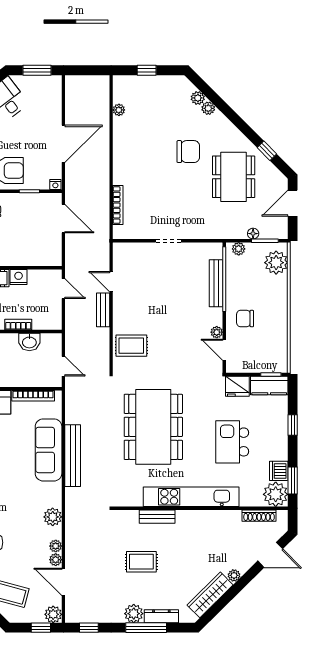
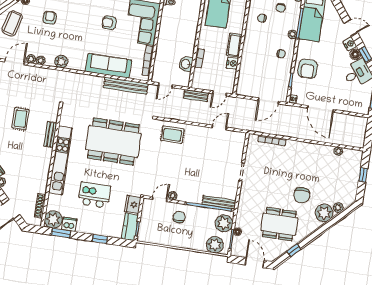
plant: (208, 108) -> (324, 213), width x1.87, depth x1.87
plant: (239, 249) -> (224, 223), width x1.88, depth x1.88
bench: (216, 283) -> (219, 202), moved
bench: (103, 310) -> (196, 96), moved
rug: (131, 346) -> (172, 135), turned 90
bench: (73, 456) -> (126, 86), moved

